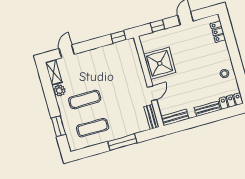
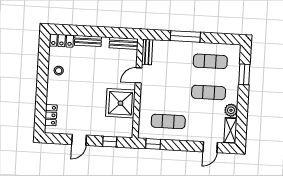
exercise mat: (112, 62) -> (168, 121), added

